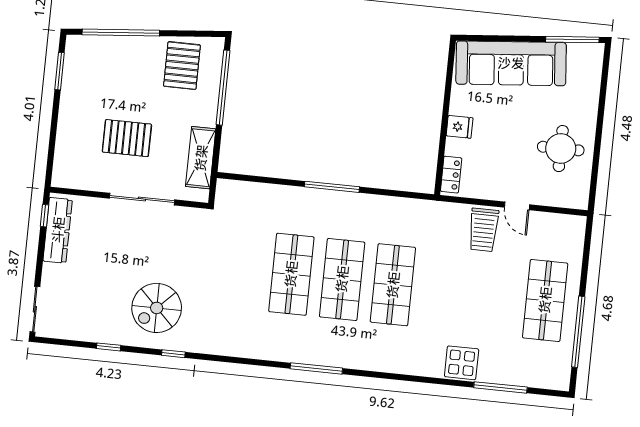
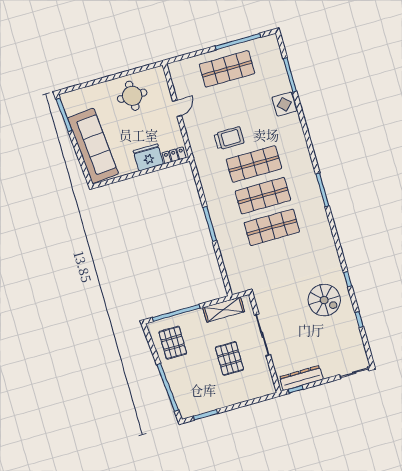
pallet: (182, 66) -> (173, 343), turned 90
fridge: (460, 127) -> (148, 157), width x1.88, depth x1.34
trolley: (484, 230) -> (229, 138), moved

